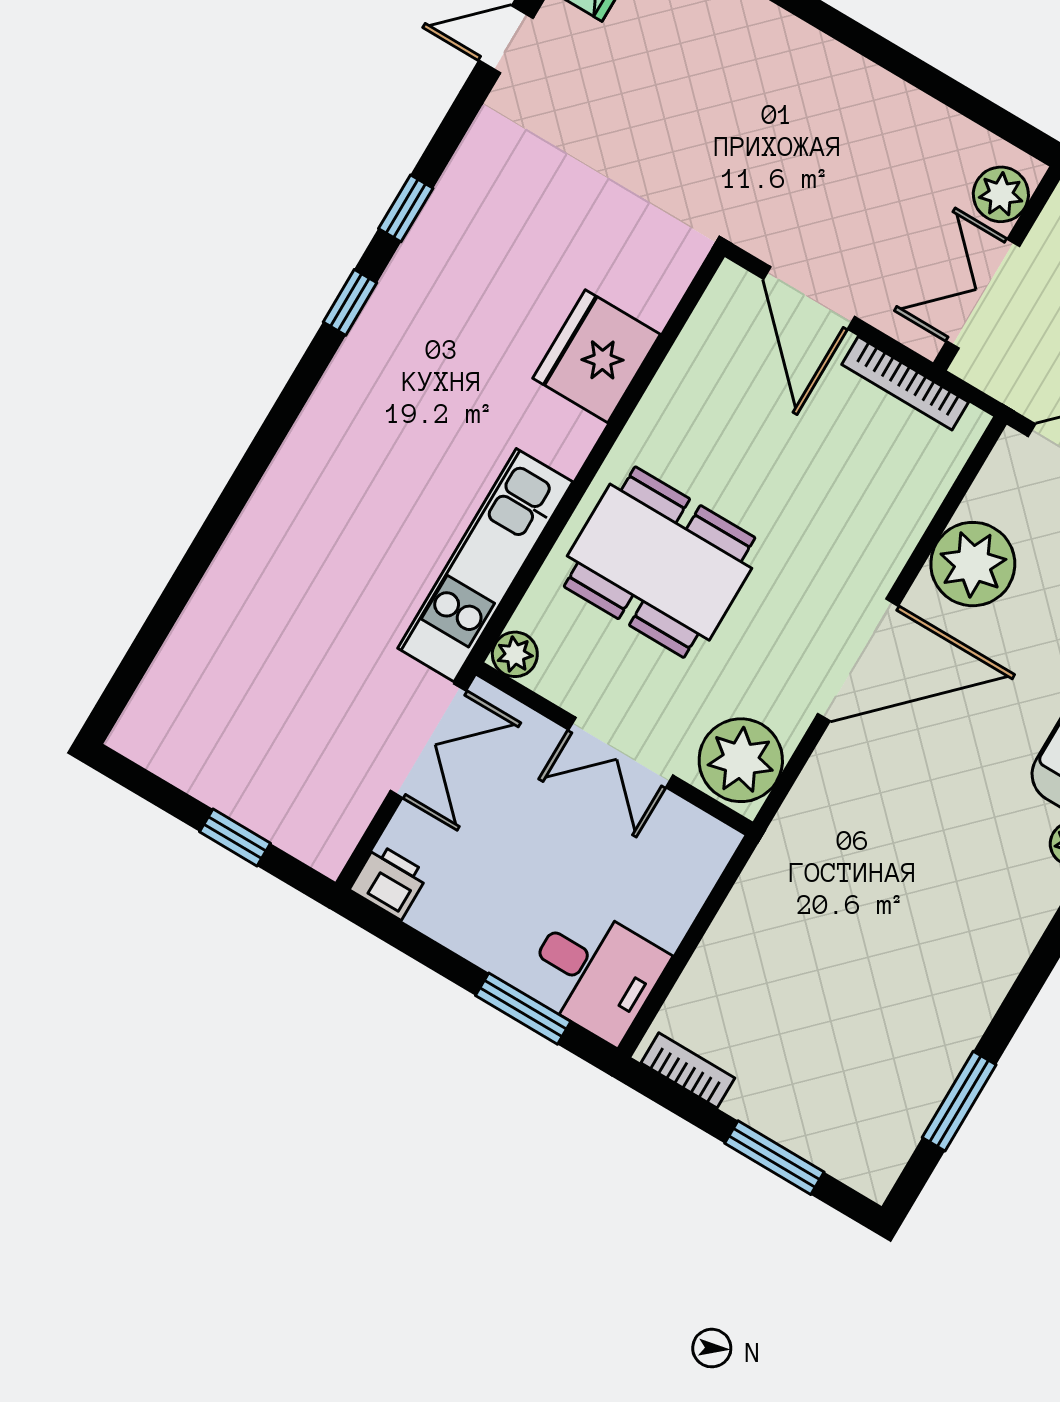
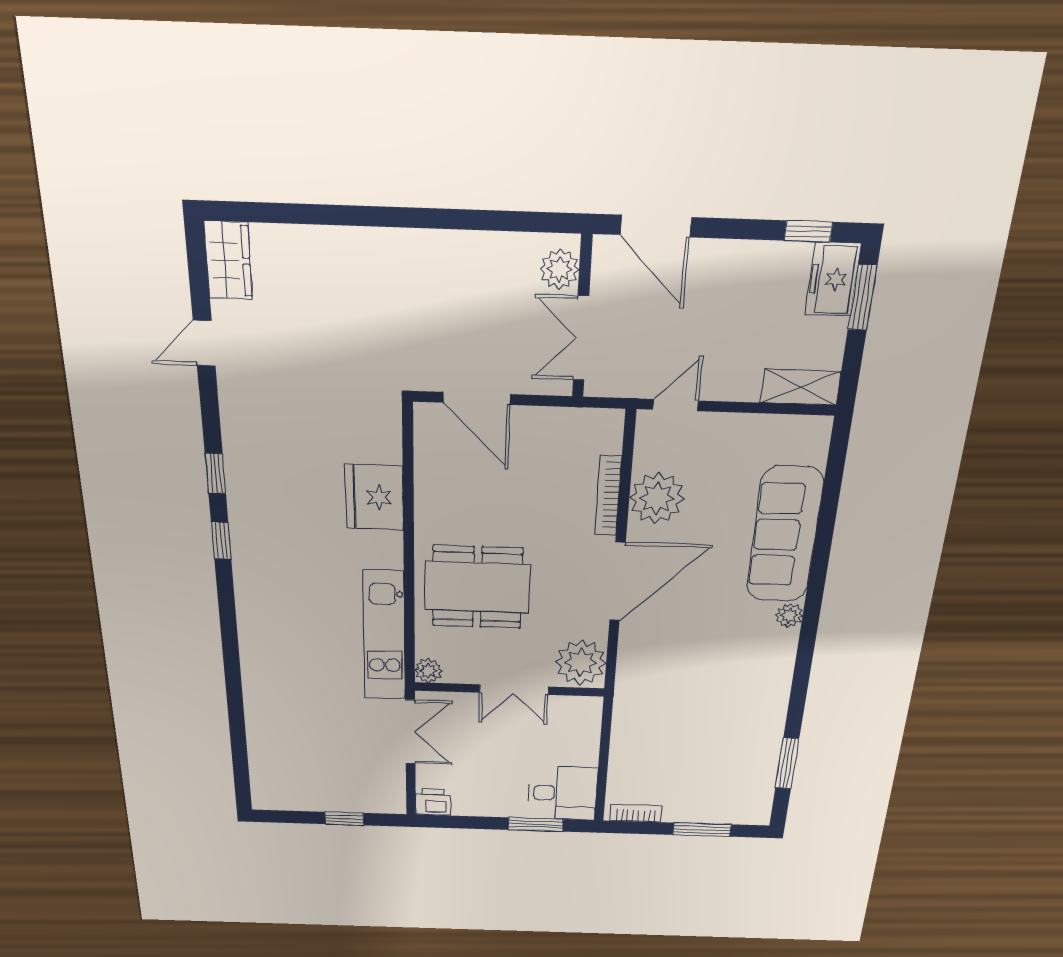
bookcase: (905, 383) -> (608, 495), moved, turned 90

